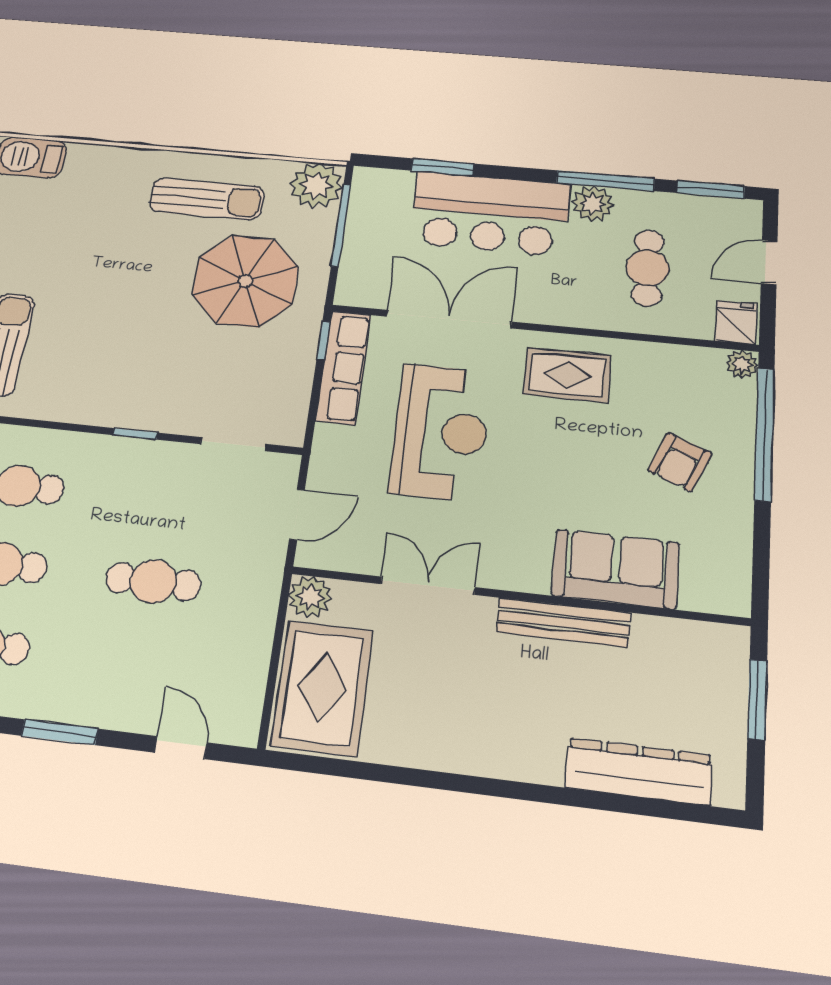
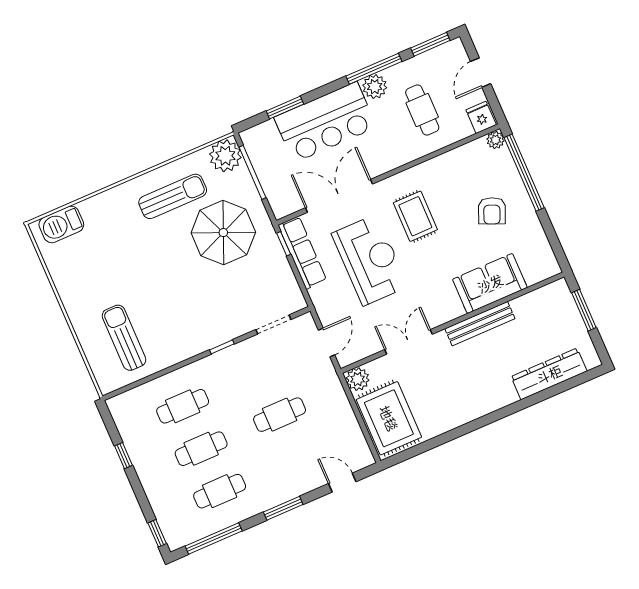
rug: (567, 375) -> (415, 216), moved, turned 90

